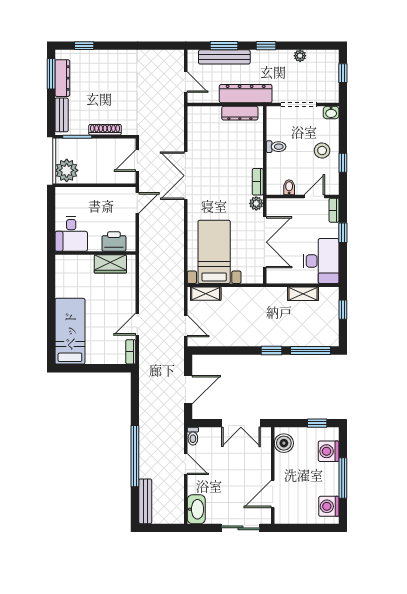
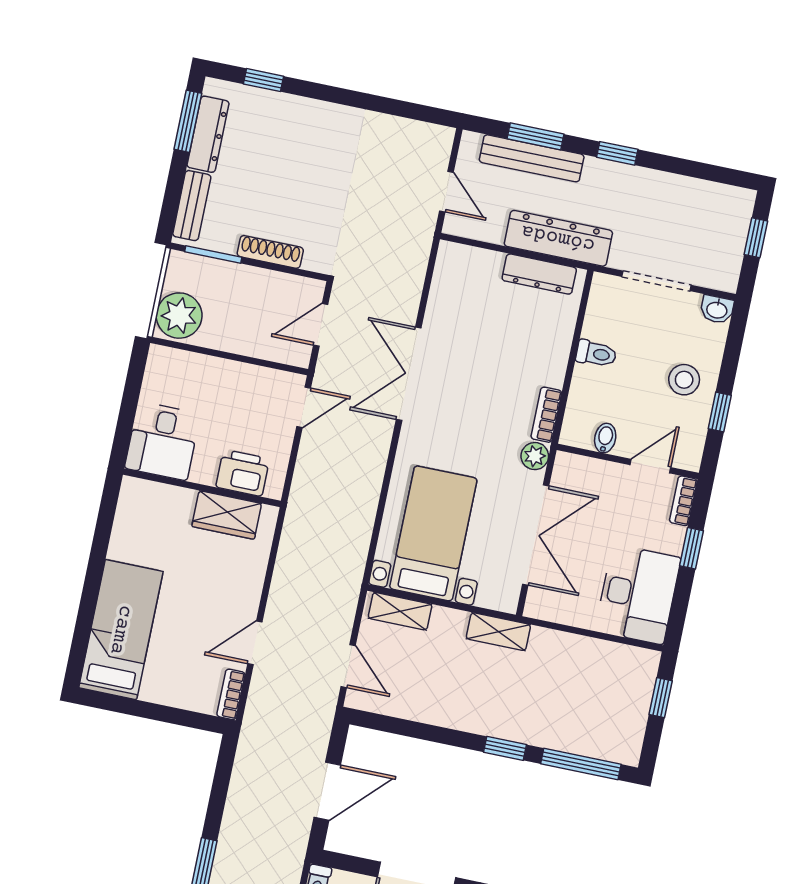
plant: (300, 56) -> (679, 187), removed
shelving: (303, 294) -> (498, 632), moved

